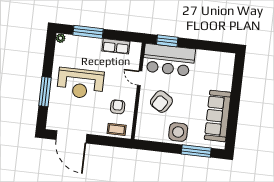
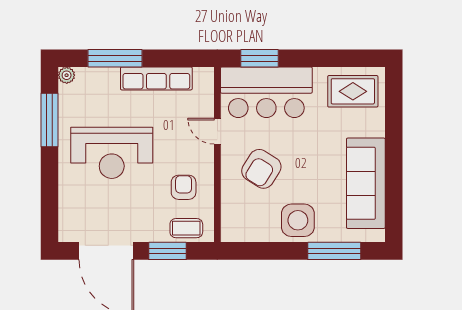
row of seats: (116, 46) -> (156, 78), width x1.48
rug: (216, 65) -> (353, 91), added
window: (45, 92) -> (50, 120), moved
window: (105, 141) -> (167, 251), added

